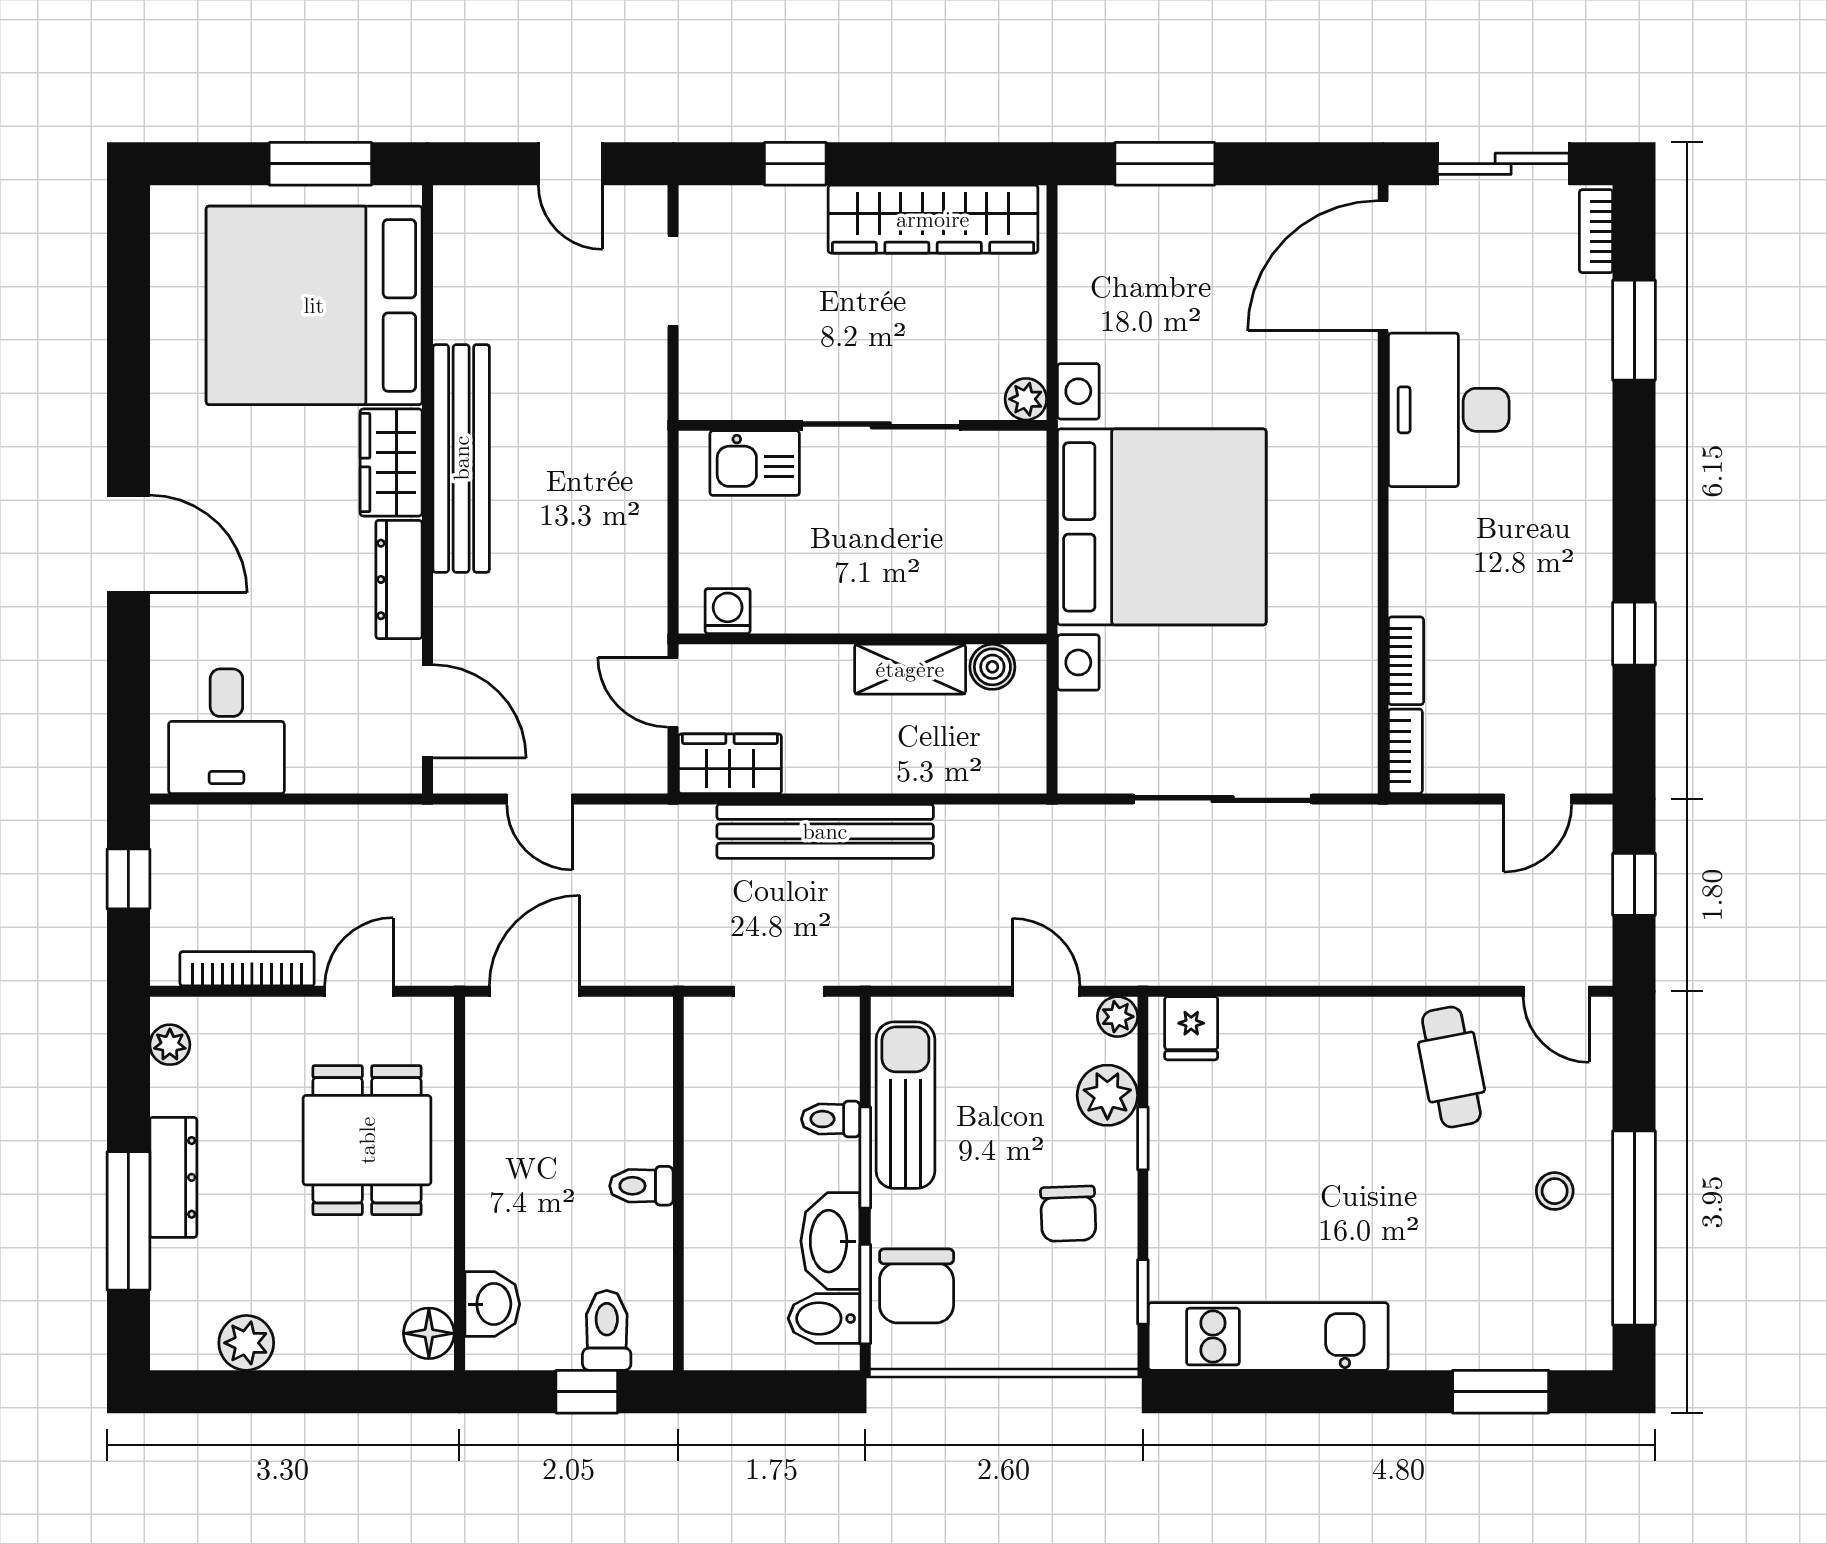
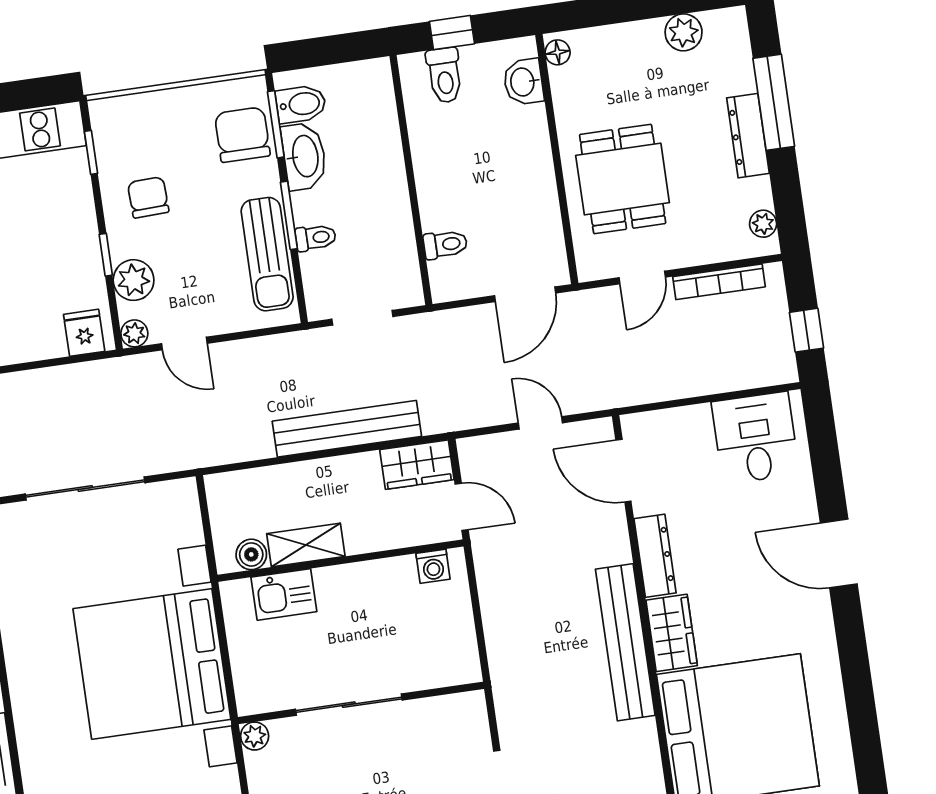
kitchen sink: (755, 463) -> (284, 594), moved, turned 180
toilet: (641, 1186) -> (445, 244), moved
floor lamp: (429, 1333) -> (558, 52), width x0.73, depth x0.73

